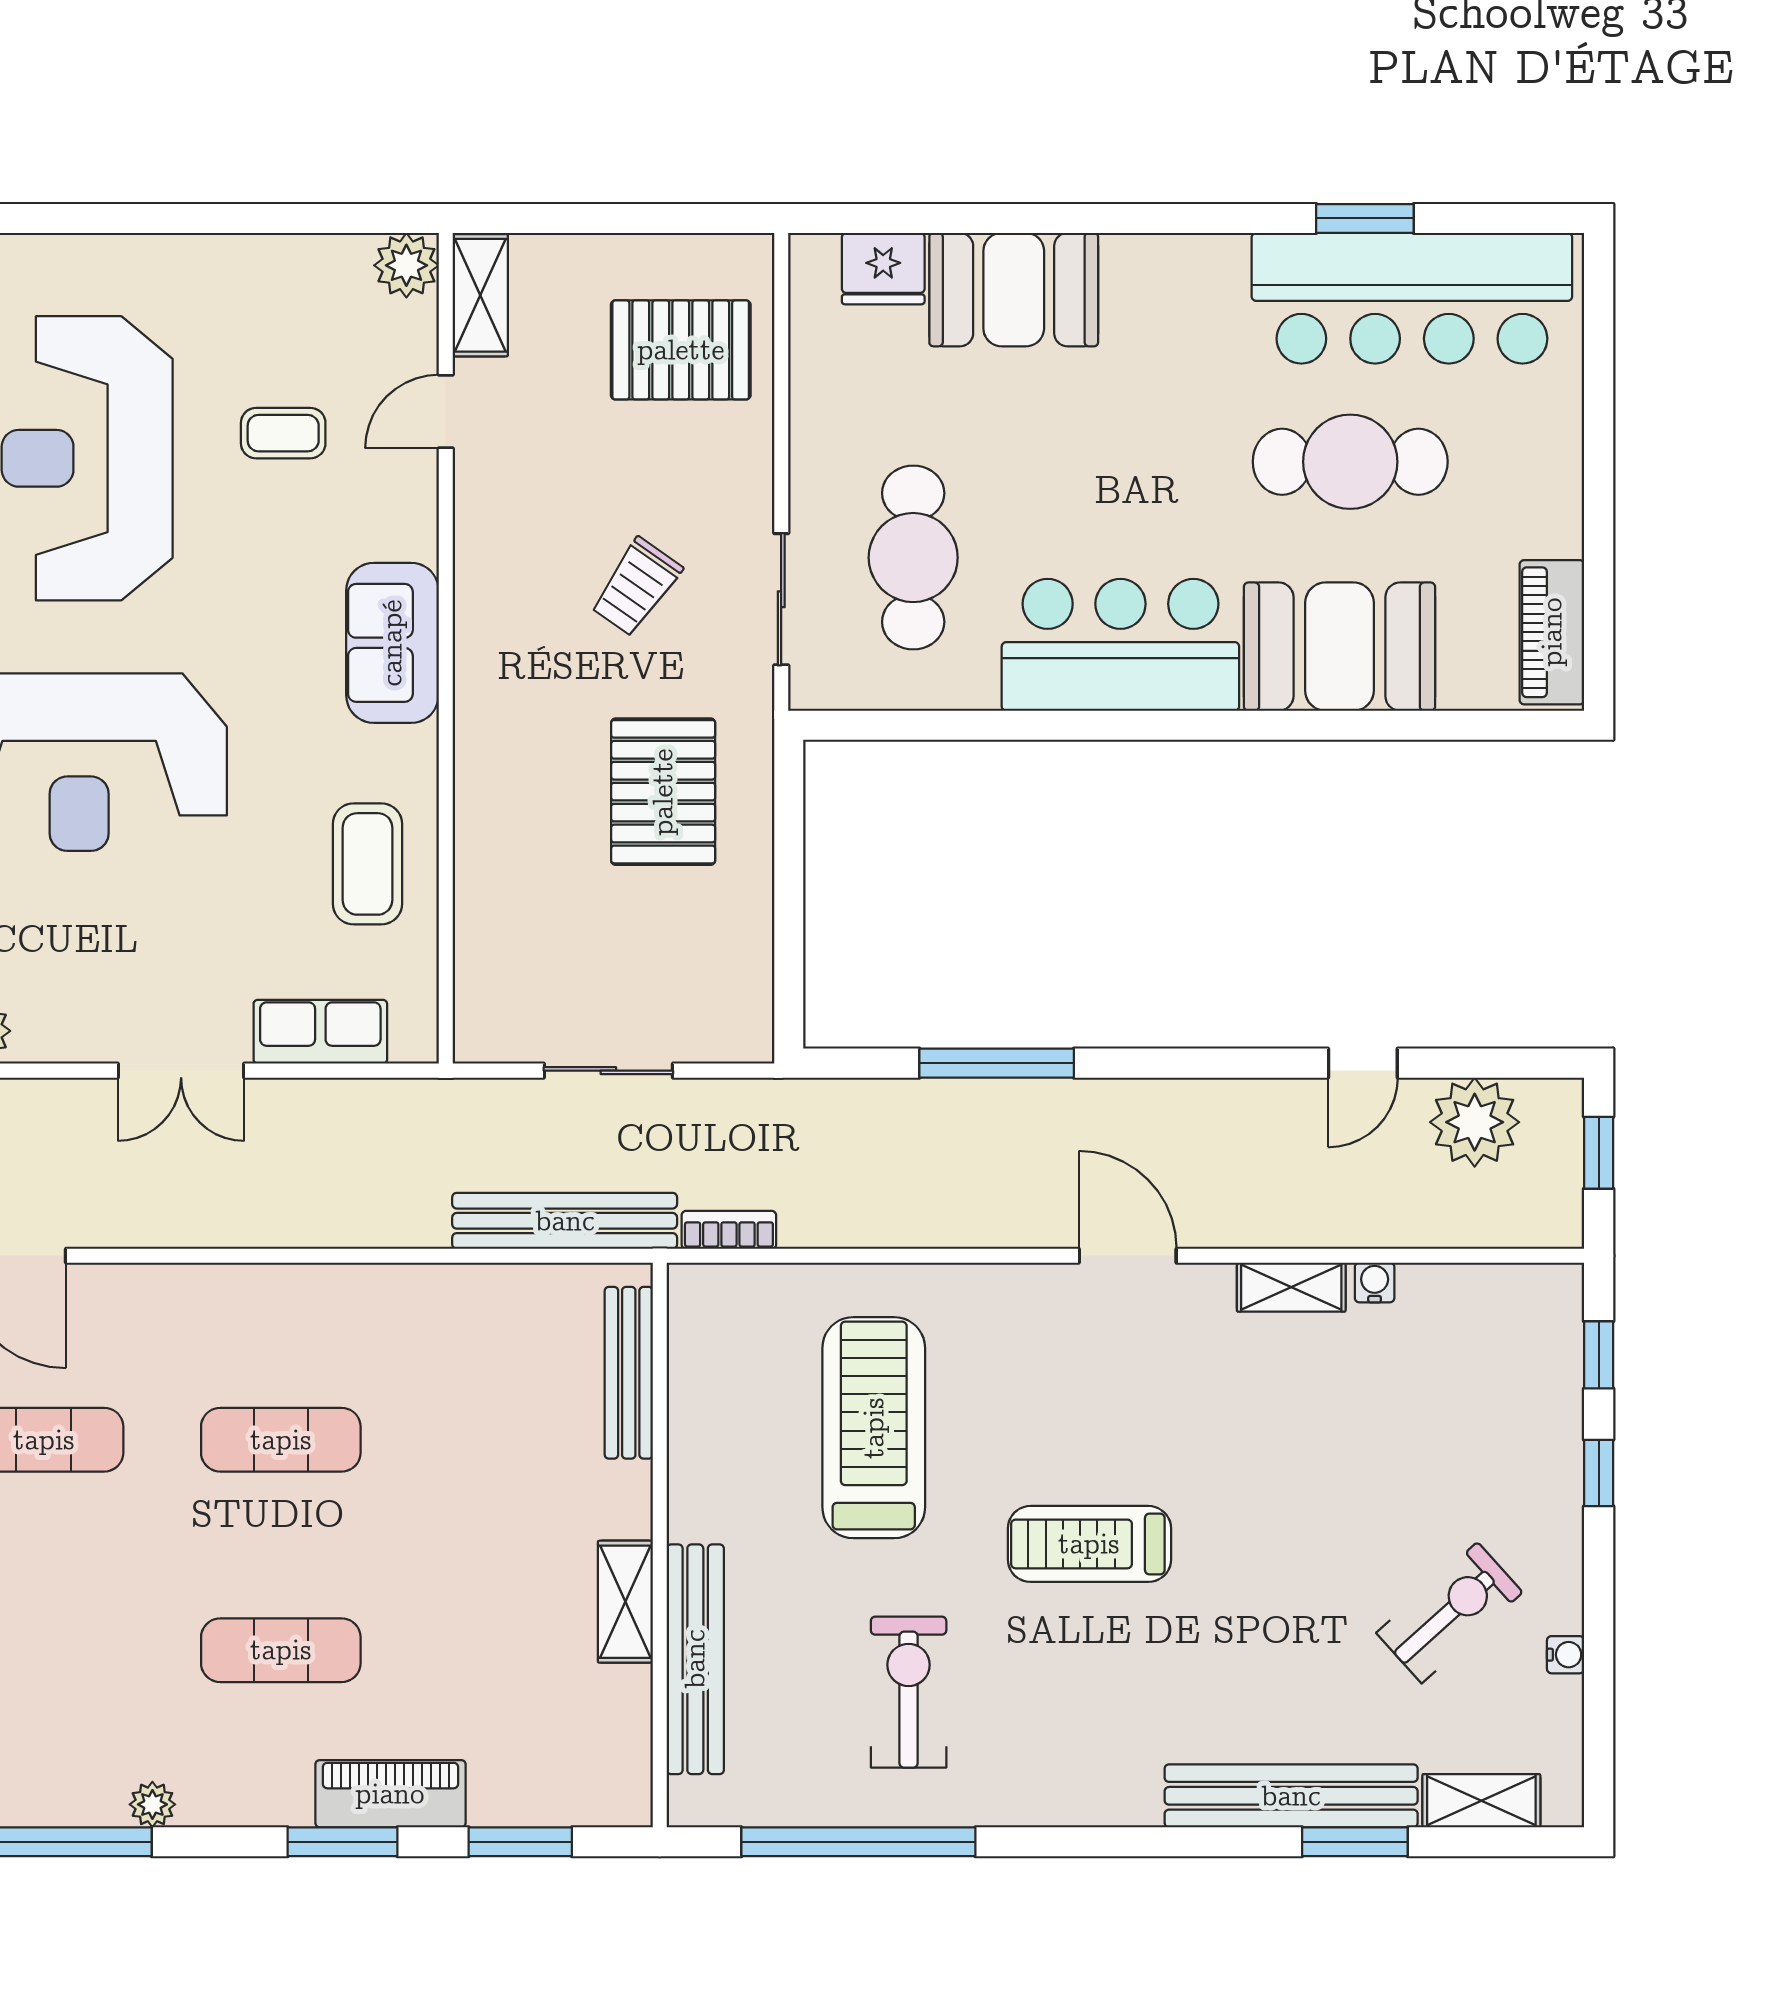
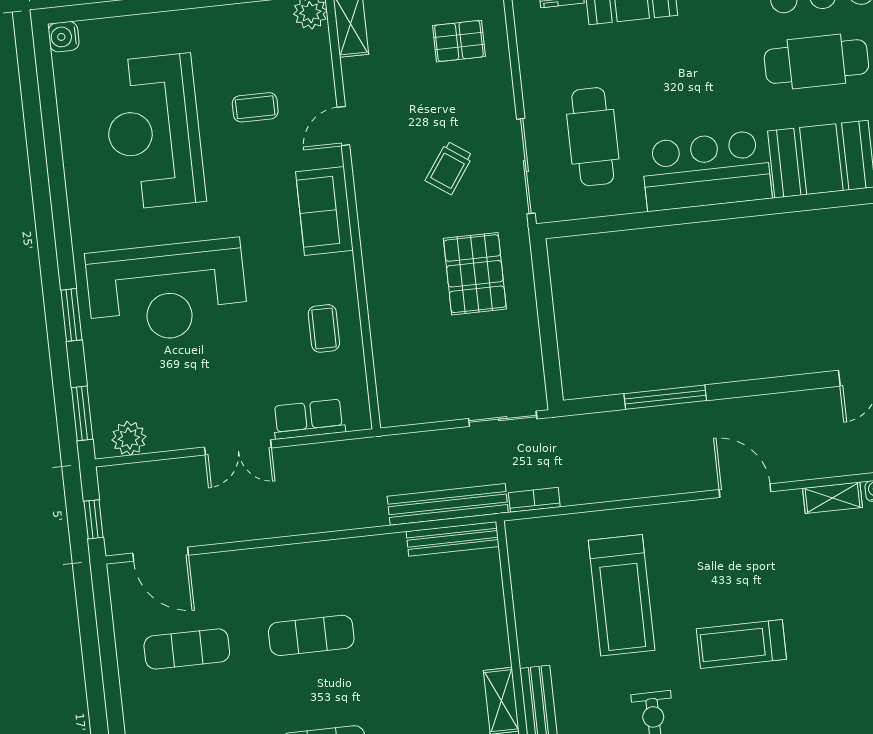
pallet: (681, 350) -> (459, 41), width x0.67, depth x0.71
door: (446, 412) -> (343, 126), moved
sliding door: (781, 599) -> (526, 166), width x1.37
coffee table: (367, 864) -> (324, 328), width x0.73, depth x0.77
sliding door: (608, 1071) -> (503, 419), moved
bench: (629, 1373) -> (453, 539), moved, turned 90
treadmill: (874, 1428) -> (622, 595), turned 180

